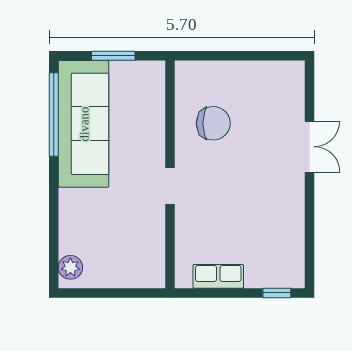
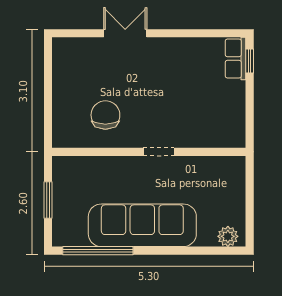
sofa: (84, 124) -> (142, 225), moved
row of seats: (218, 276) -> (235, 59), moved

